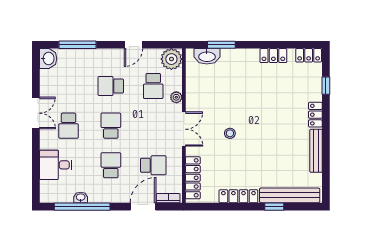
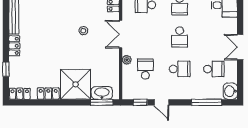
door: (133, 45) -> (161, 102), swing flipped
window: (160, 45) -> (140, 102), added
window: (221, 45) -> (102, 102), moved
plant: (171, 59) -> (131, 91), removed
shower: (240, 67) -> (76, 84), added
school desk: (68, 126) -> (214, 69), moved, turned 90

